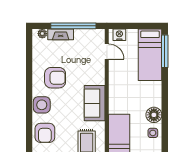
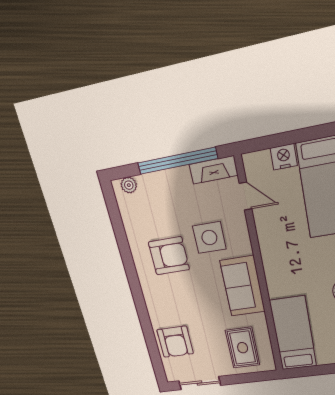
fireplace: (61, 34) -> (214, 170), moved
nightstand: (119, 35) -> (284, 157), moved
side table: (42, 105) -> (209, 238), moved

